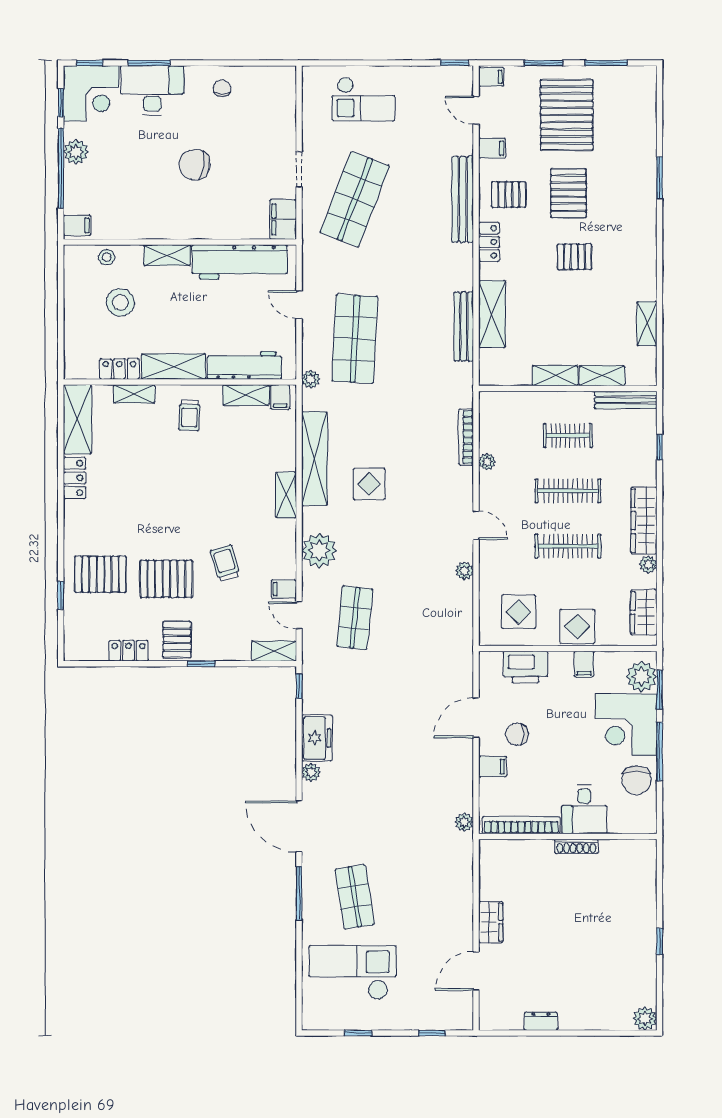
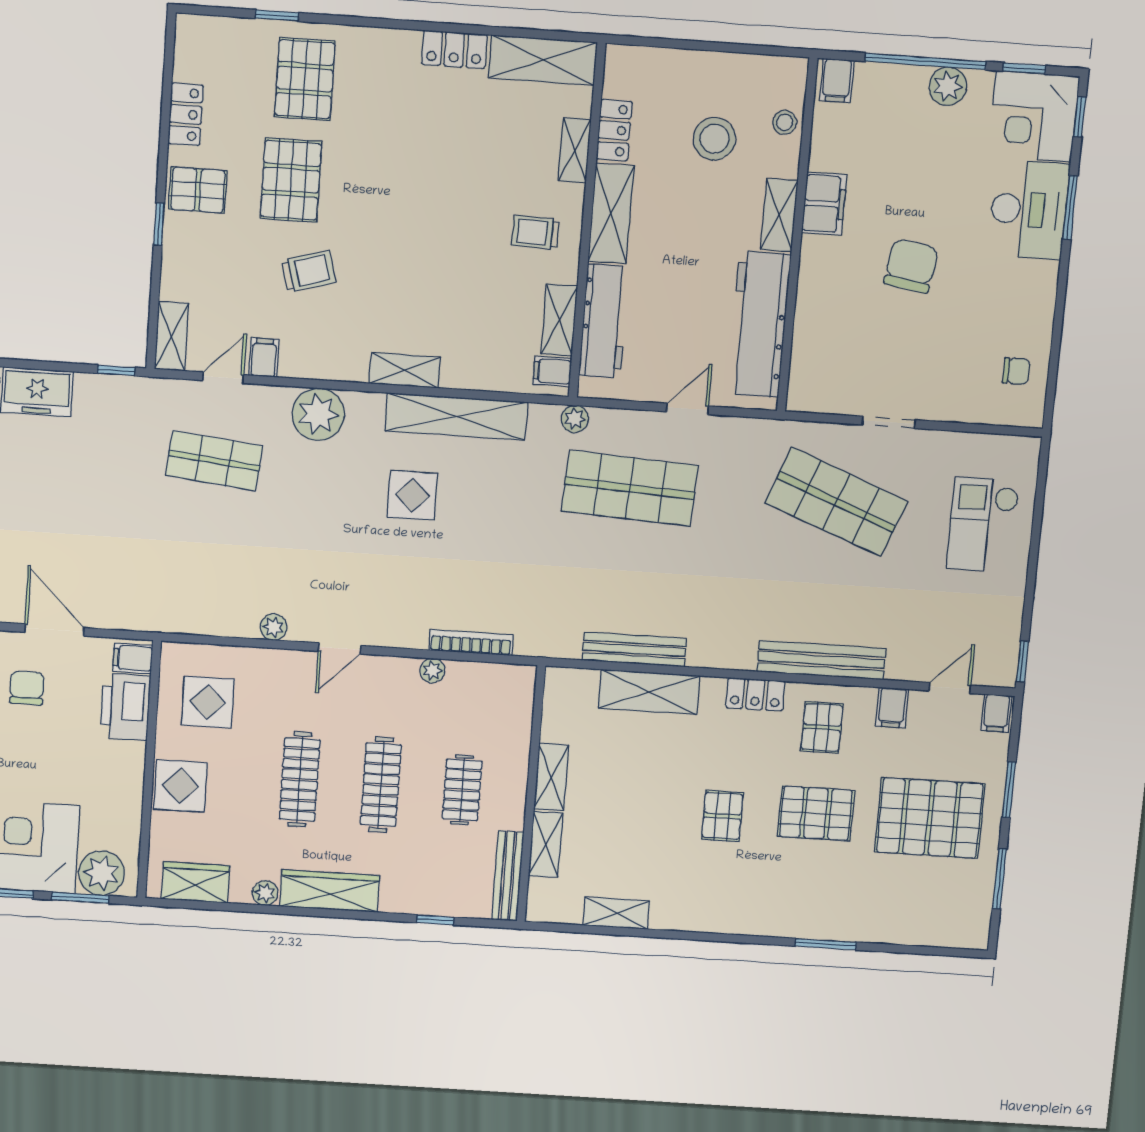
chair: (222, 88) -> (1016, 371), moved
filing cabinet: (283, 220) -> (824, 204), moved, turned 90
filing cabinet: (584, 664) -> (133, 658), moved

